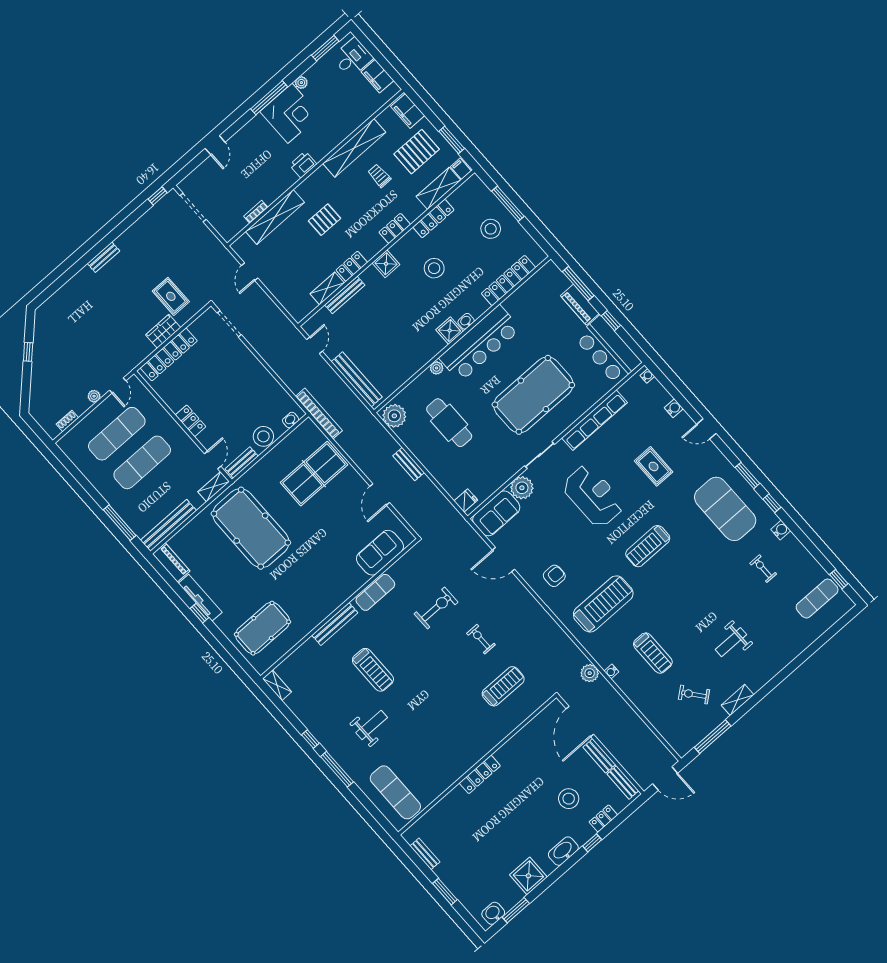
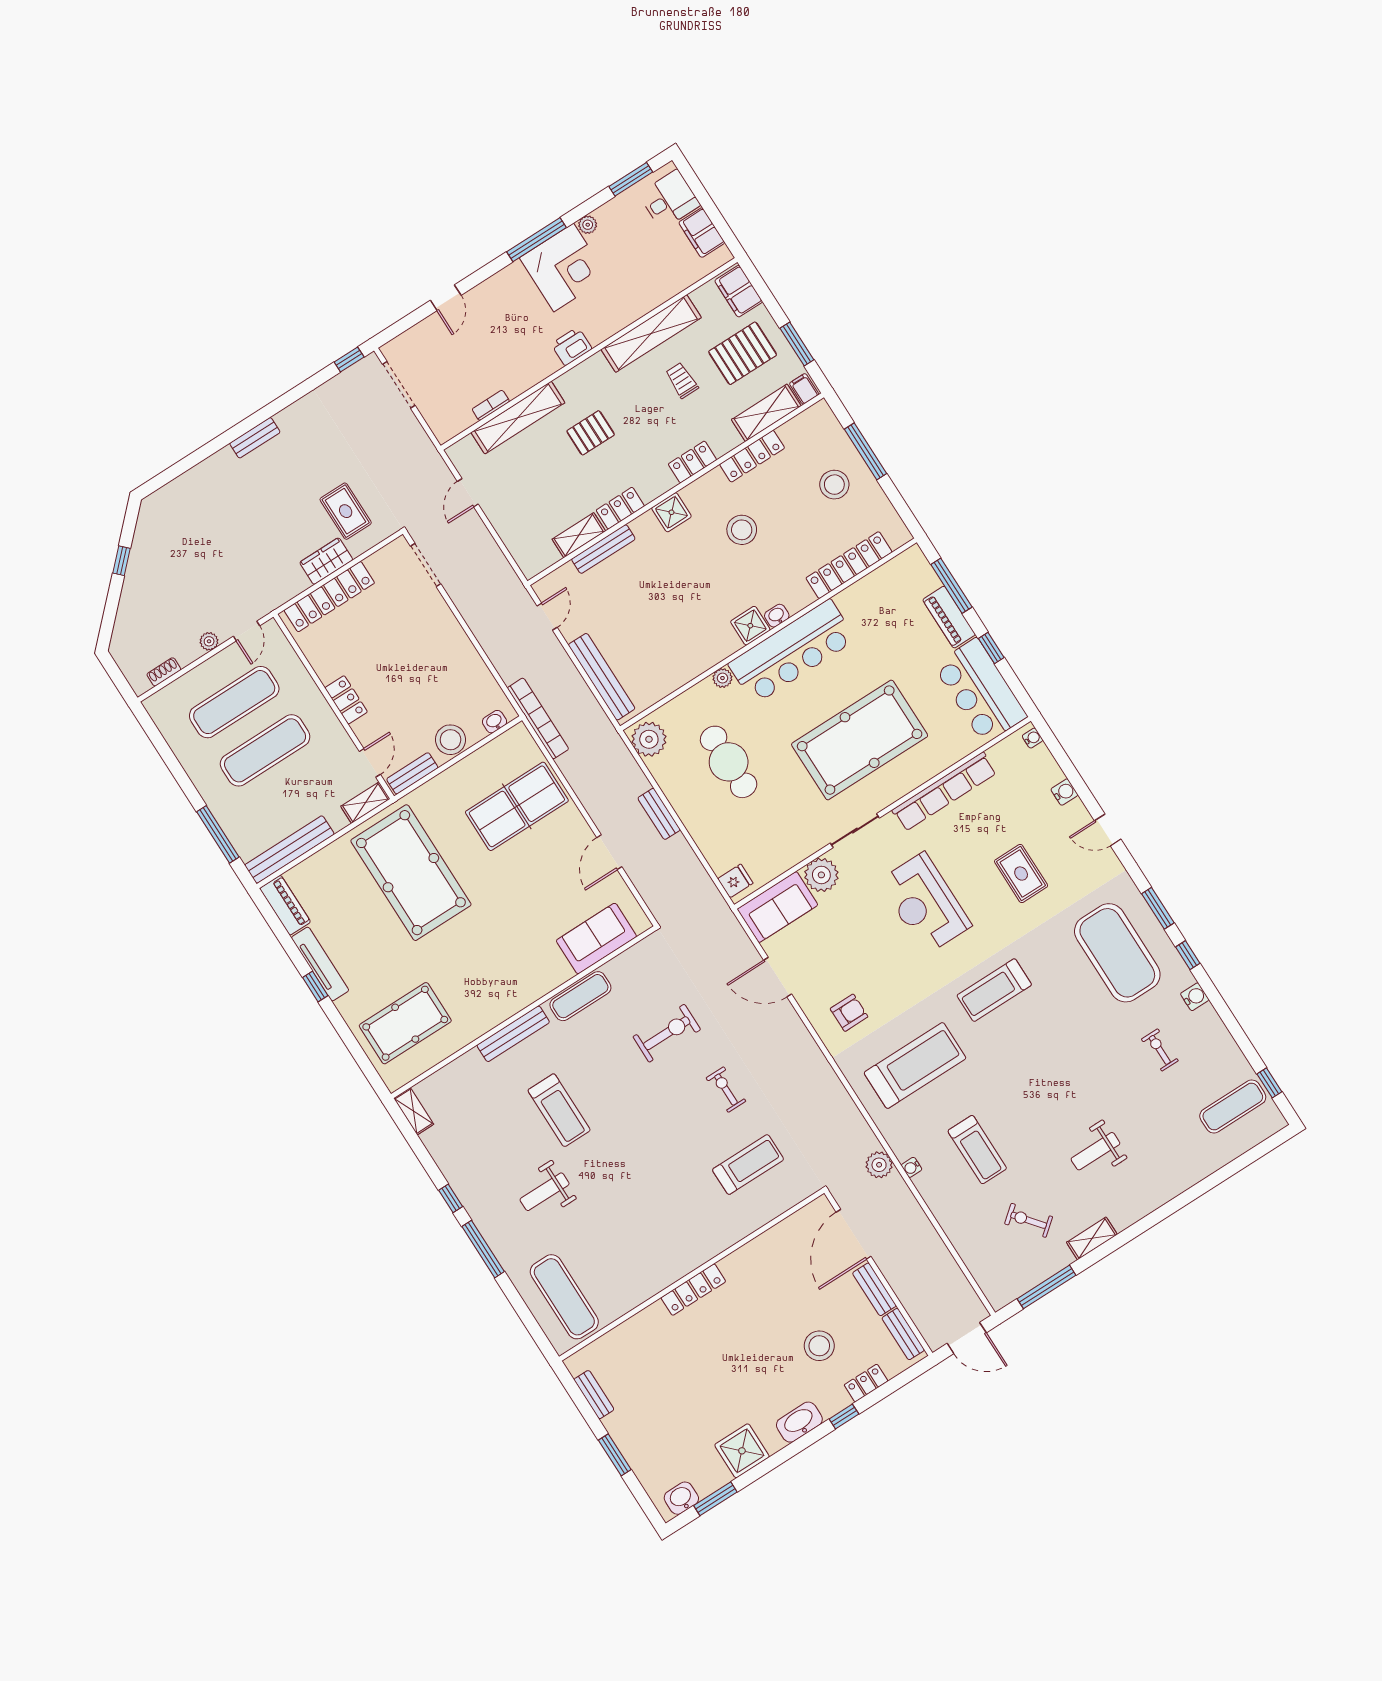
reception desk: (593, 496) -> (925, 903), turned 180
weight bench: (372, 725) -> (545, 1192), turned 180

